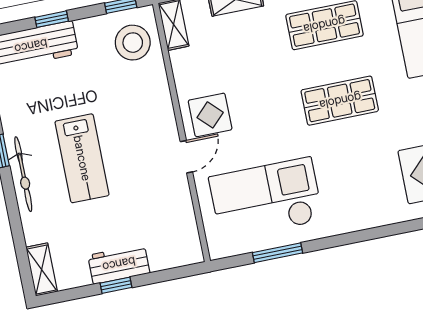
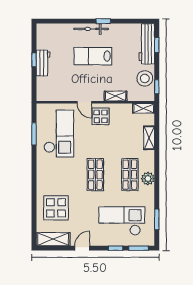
window: (52, 19) -> (157, 45), moved
stool: (133, 43) -> (145, 78), moved
shelving: (42, 270) -> (115, 96), moved

